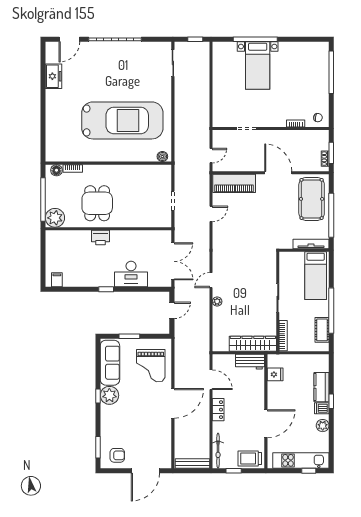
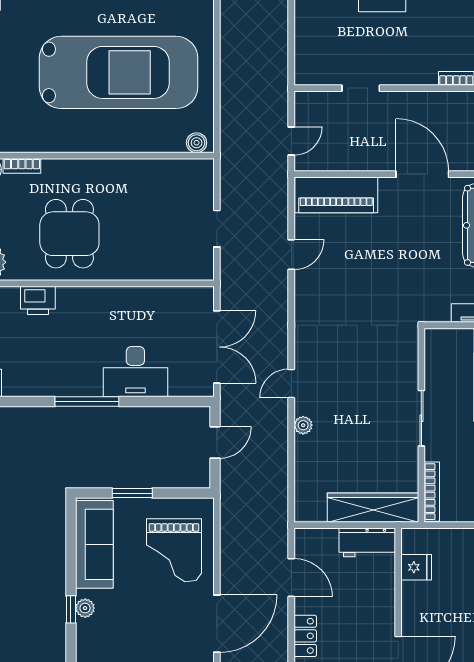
printer: (101, 238) -> (38, 300), moved
window: (106, 289) -> (87, 402), width x2.17
plant: (109, 395) -> (85, 608), width x0.53, depth x0.53

